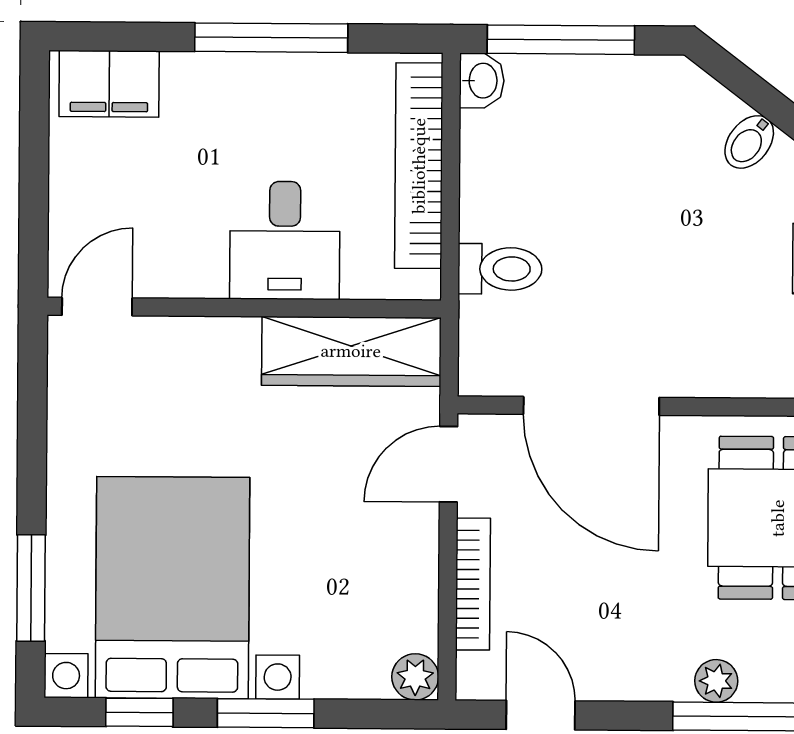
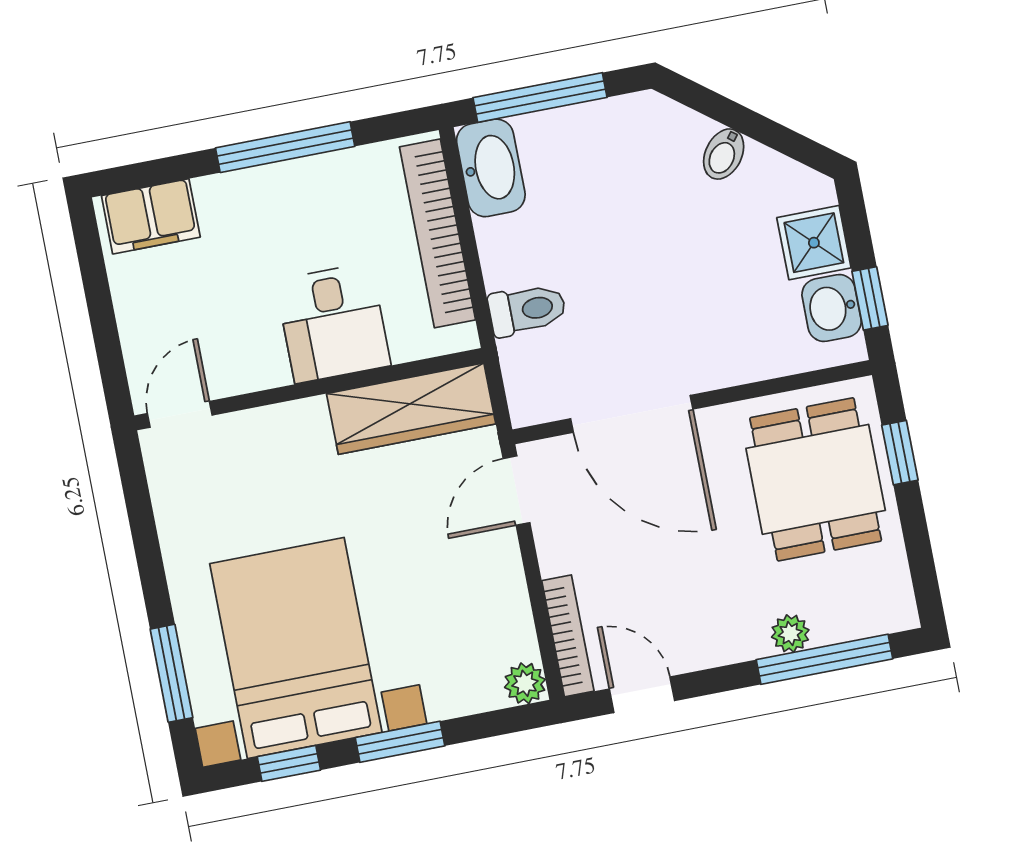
washbasin: (482, 81) -> (491, 168), width x1.91, depth x1.45
bookcase: (473, 584) -> (568, 636), moved

